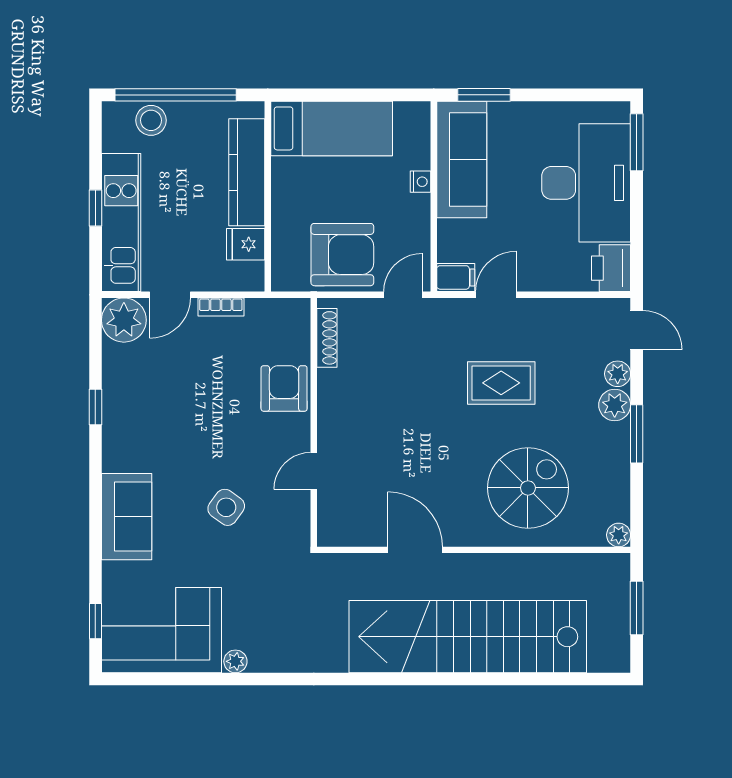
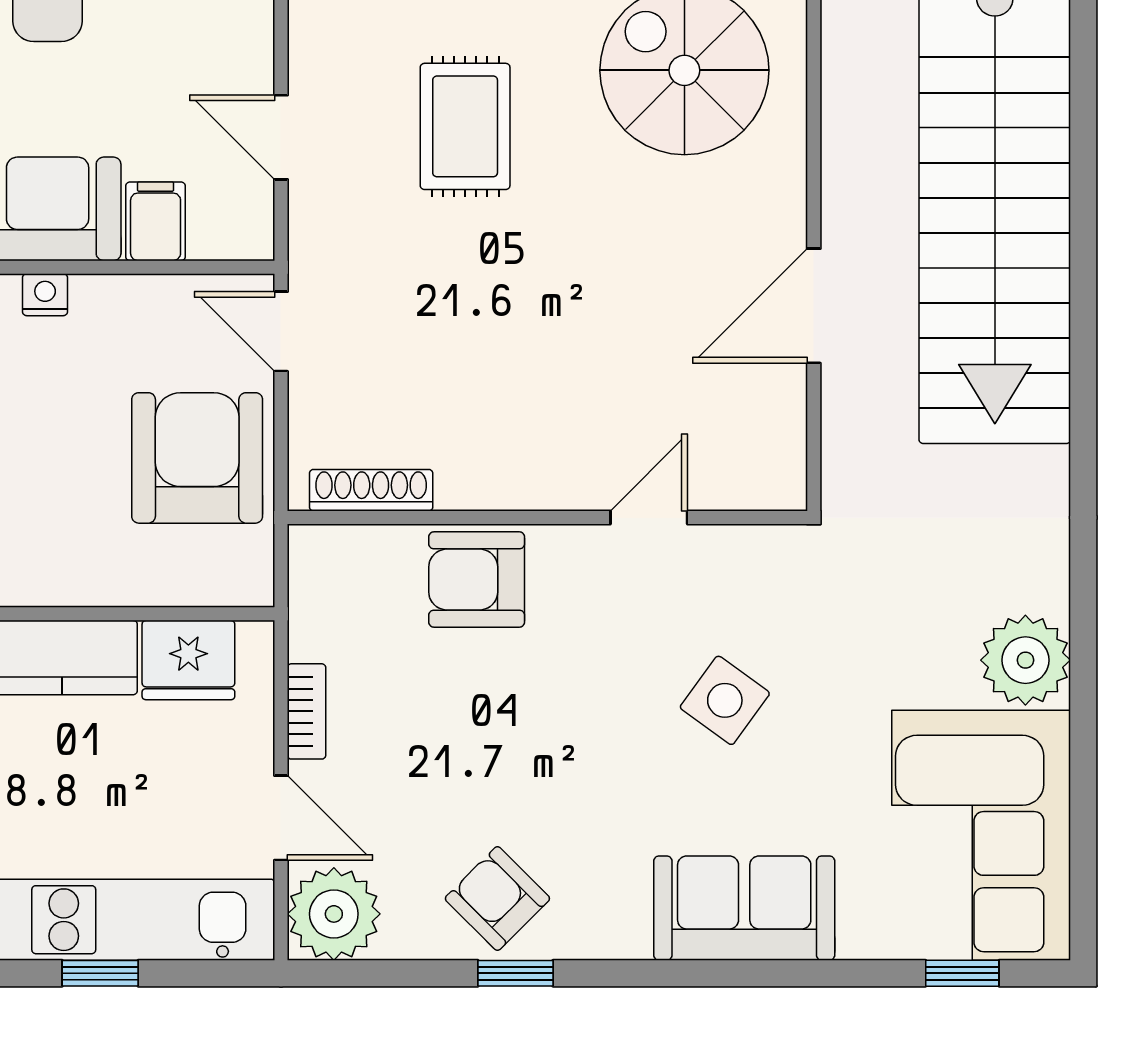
fridge: (246, 244) -> (188, 660), width x1.38
filing cabinet: (456, 277) -> (156, 221), moved
armchair: (131, 398) -> (497, 899), added
door: (314, 471) -> (649, 518), swing flipped
plant: (235, 661) -> (1025, 660), width x1.88, depth x1.88

